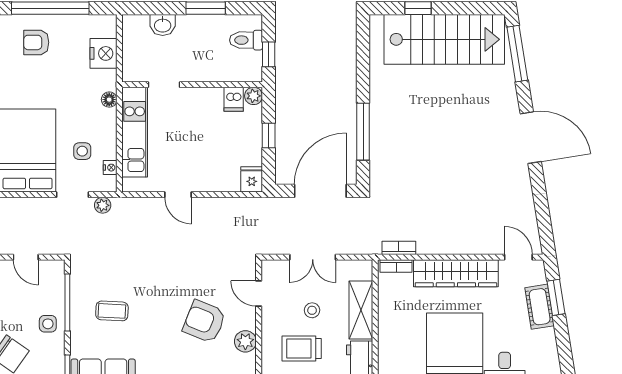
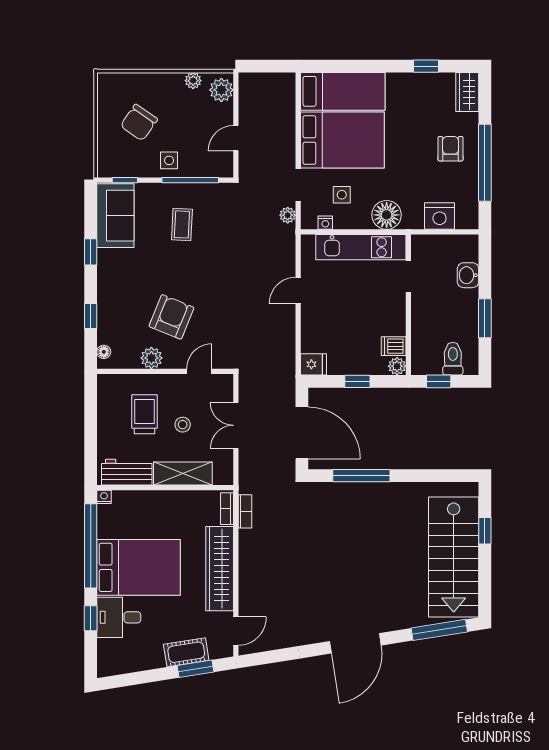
floor lamp: (109, 100) -> (387, 215), width x1.89, depth x1.89

